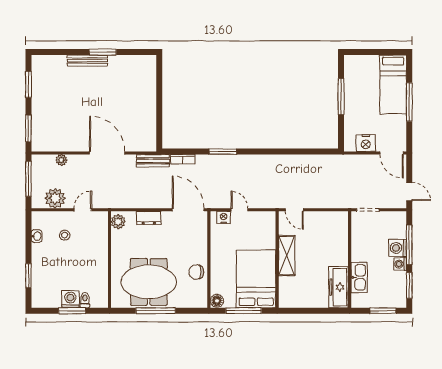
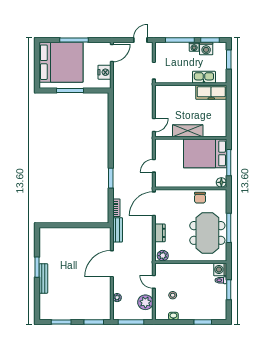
bed: (393, 84) -> (61, 62), width x2.04
nightstand: (224, 217) -> (160, 178), removed
washing machine: (398, 248) -> (206, 49), moved
washing machine: (70, 299) -> (220, 269), moved

